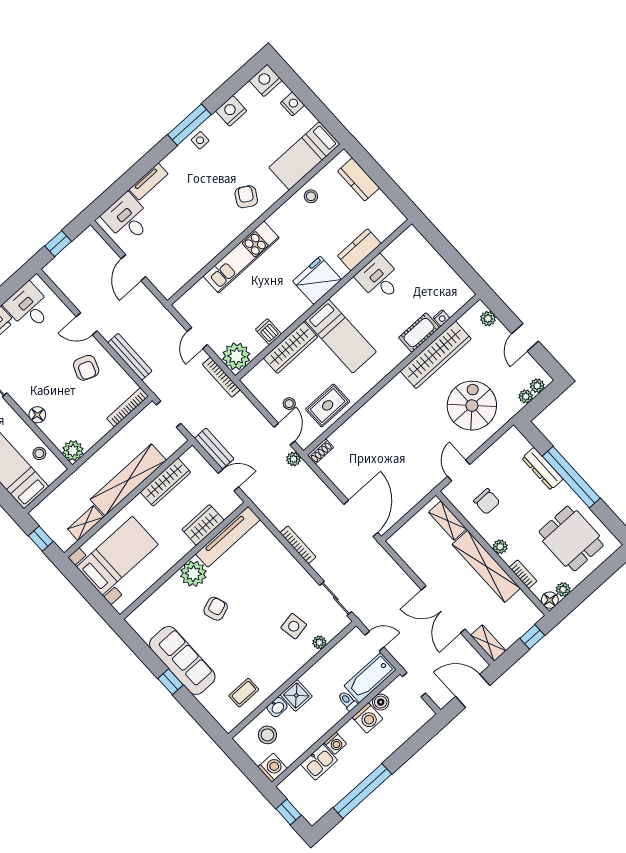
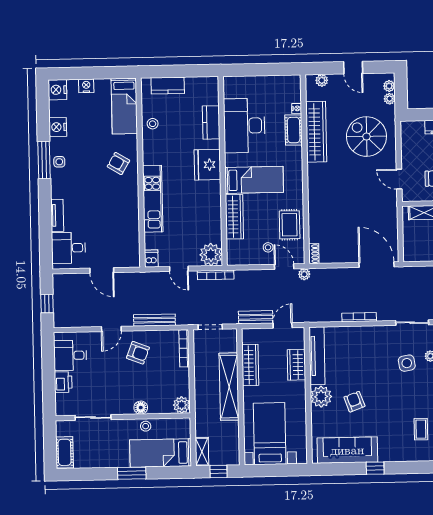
desk: (379, 279) -> (244, 126), width x1.87, depth x1.30
dishwasher: (268, 332) -> (151, 259), moved, turned 90
stool: (39, 453) -> (146, 426), moved
shelving: (86, 523) -> (202, 452), moved
sofa: (182, 661) -> (347, 450), moved

